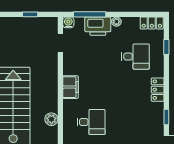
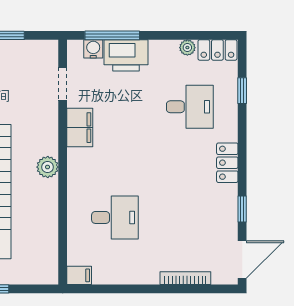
water cooler: (68, 22) -> (93, 49), moved
plant: (116, 22) -> (187, 48), moved
filing cabinet: (70, 87) -> (80, 128), moved
plant: (51, 119) -> (48, 167), moved

